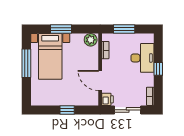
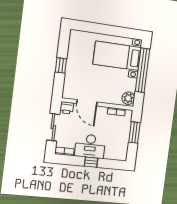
window: (61, 29) -> (142, 70), width x2.11
desk: (142, 58) -> (90, 146), moved
window: (26, 63) -> (113, 31), removed
door: (100, 80) -> (87, 103), swing flipped

